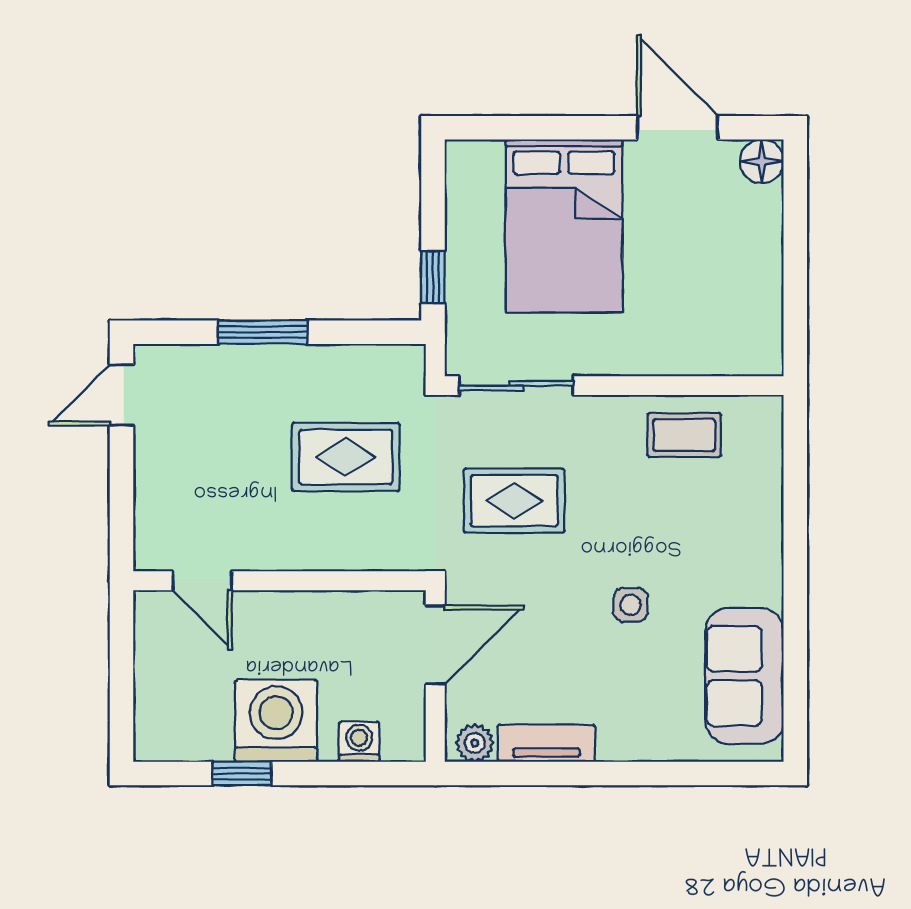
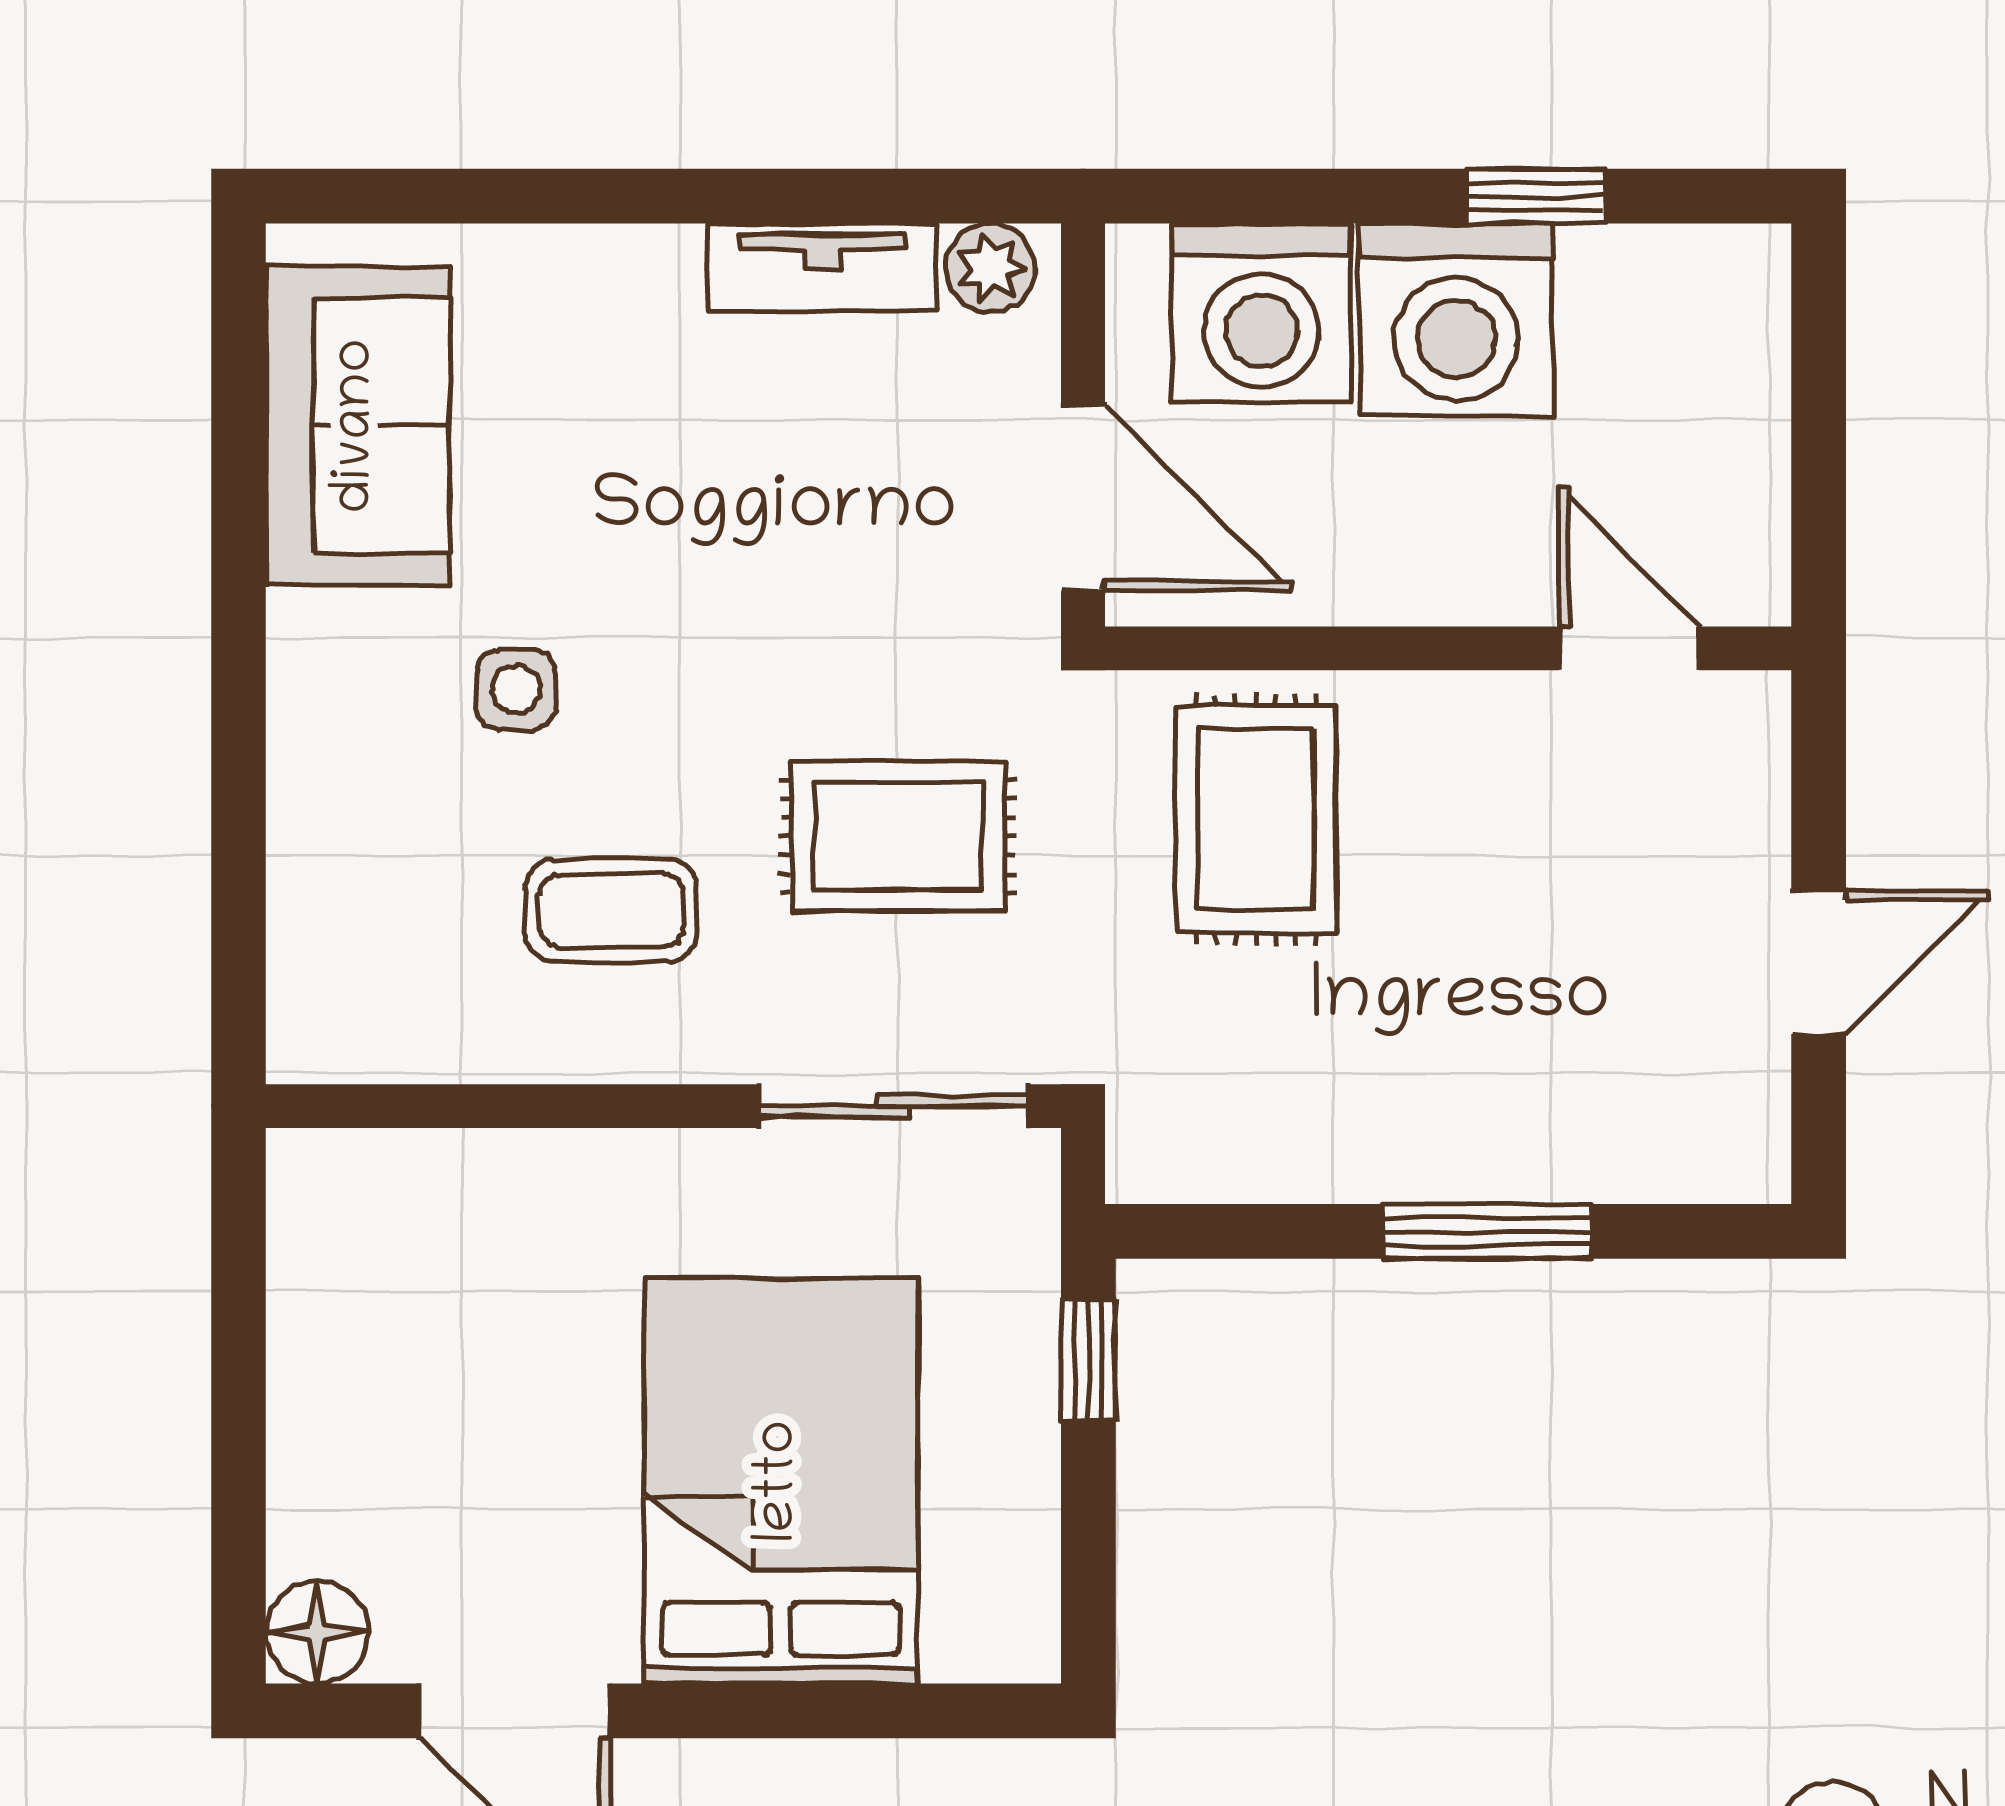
door: (122, 395) -> (1819, 962), moved
coffee table: (684, 435) -> (611, 910), moved
rug: (346, 457) -> (1256, 819), moved, turned 90
side table: (631, 605) -> (516, 689), moved
door: (435, 645) -> (1083, 498), swing flipped
washing machine: (359, 742) -> (1261, 313), width x1.89, depth x1.89

